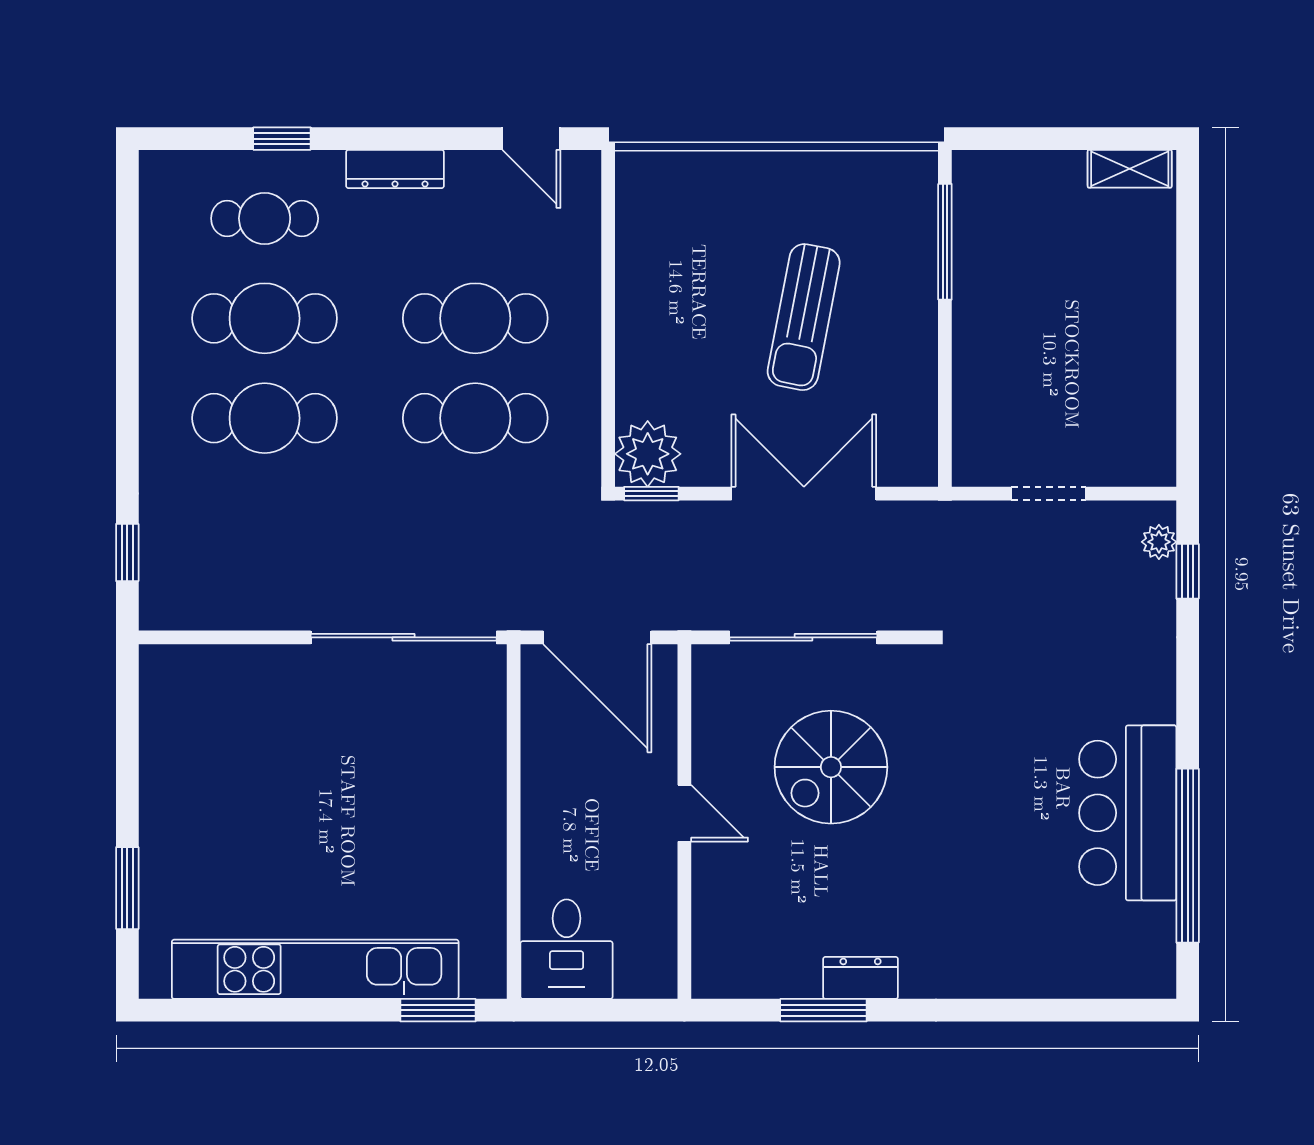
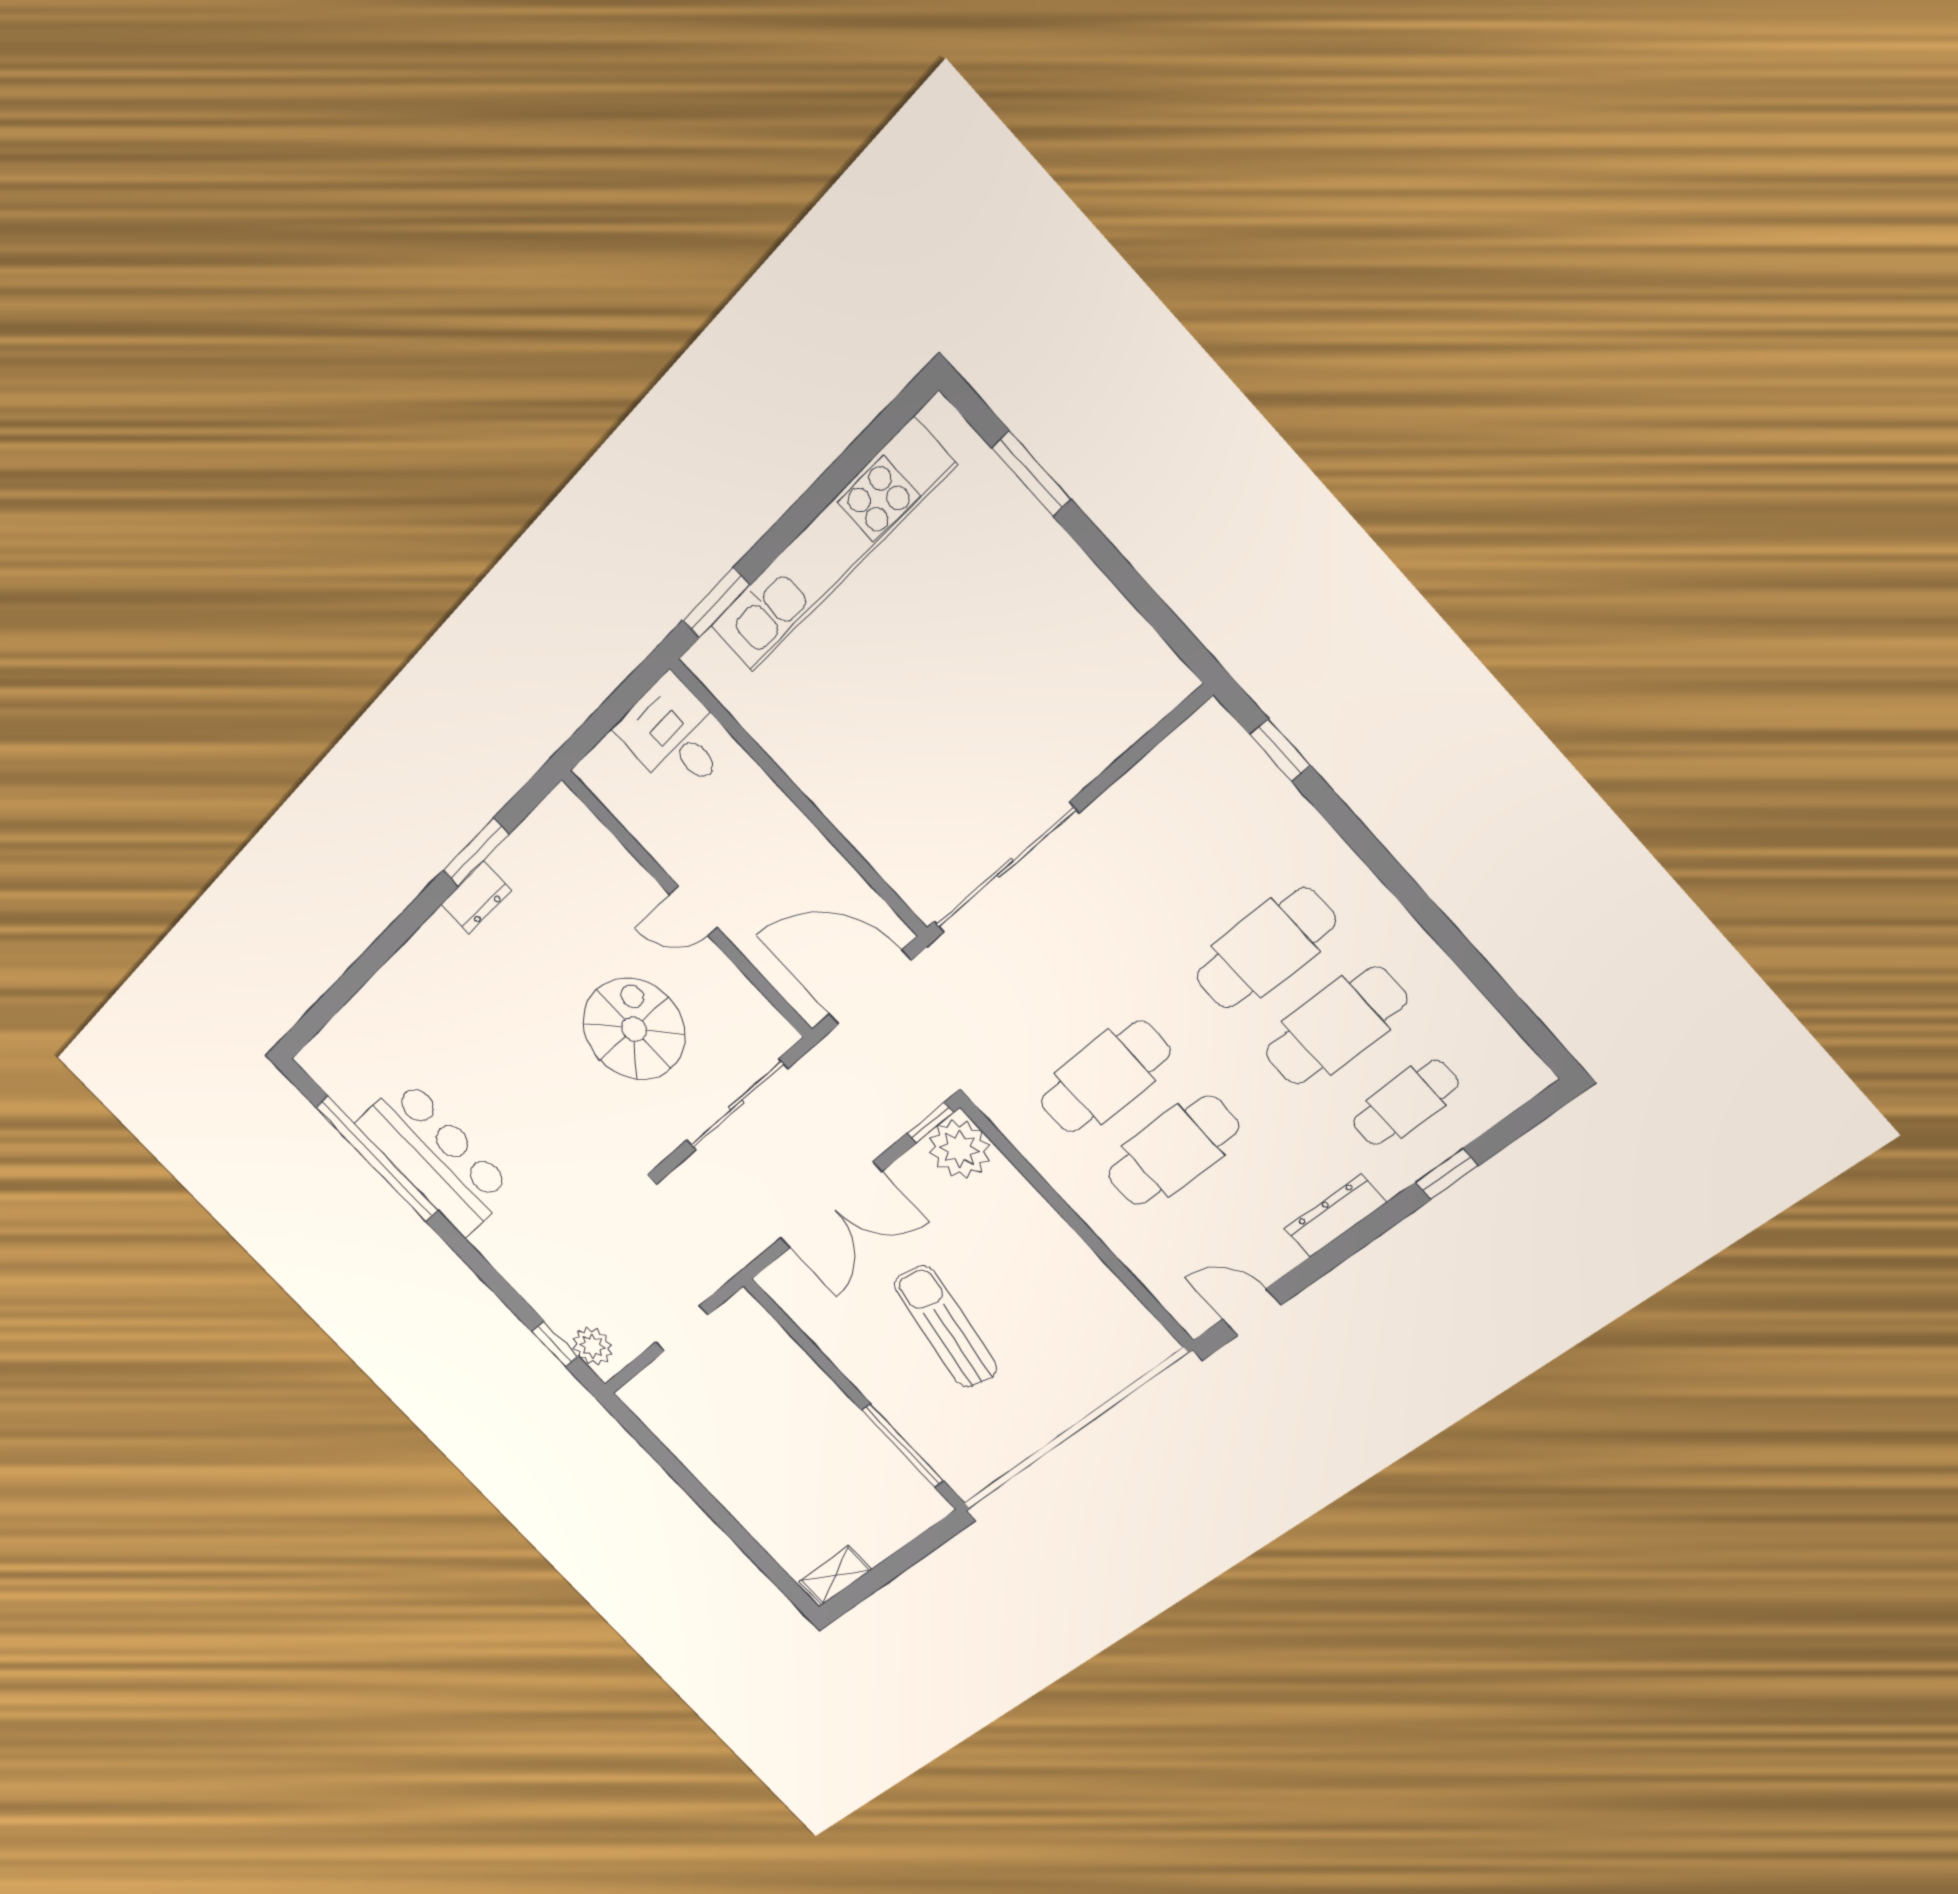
plant: (1159, 542) -> (592, 1346), width x1.38, depth x1.38

